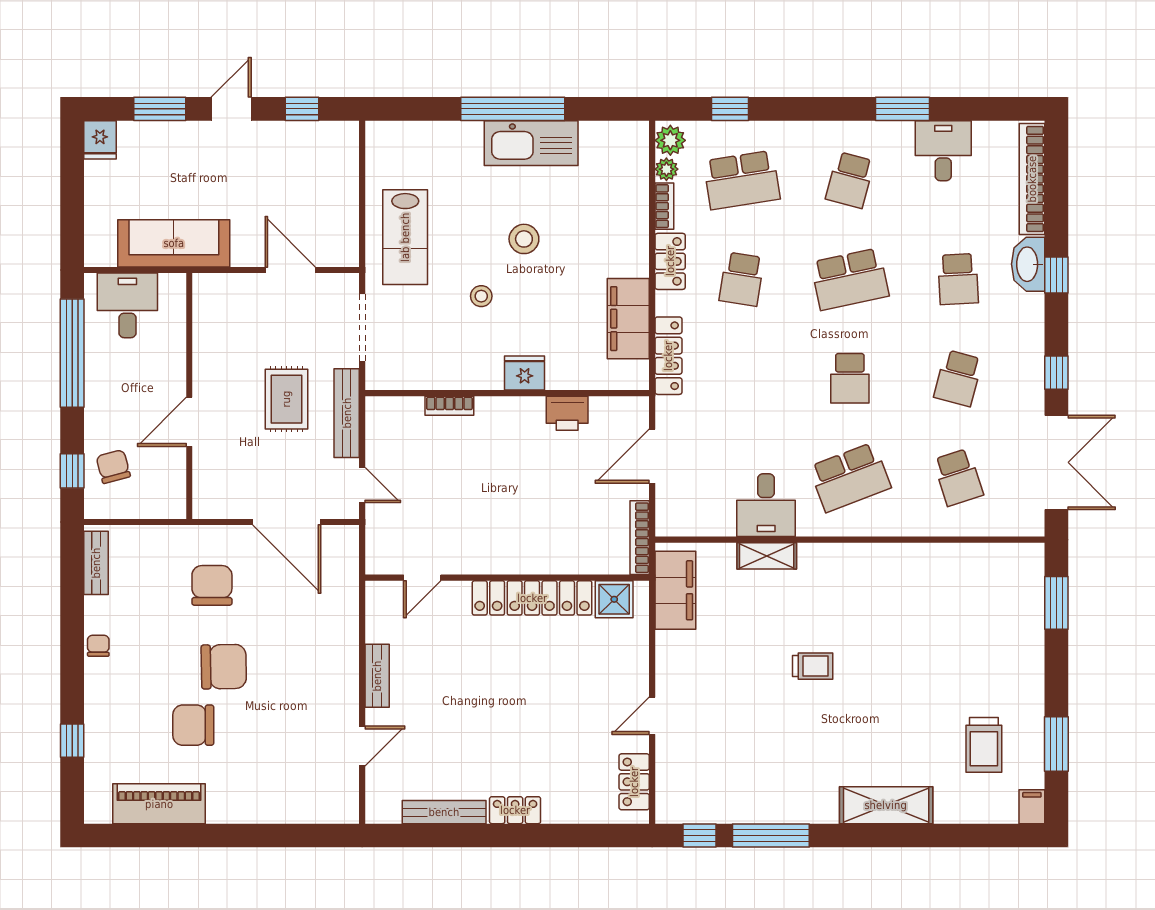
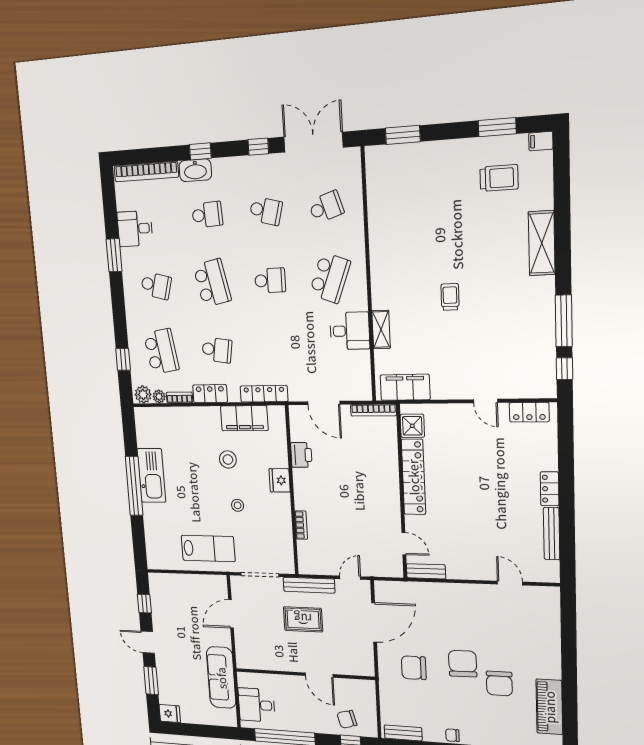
stool: (524, 239) -> (228, 459), moved
school desk: (850, 477) -> (330, 278), turned 42
bench: (377, 676) -> (426, 571), moved

